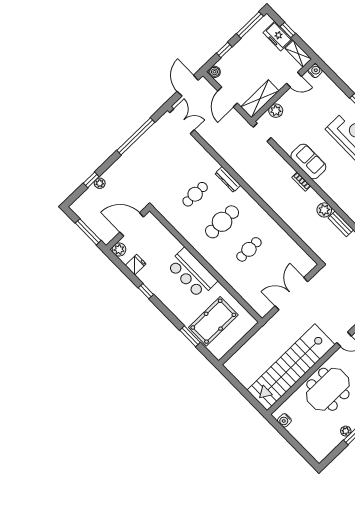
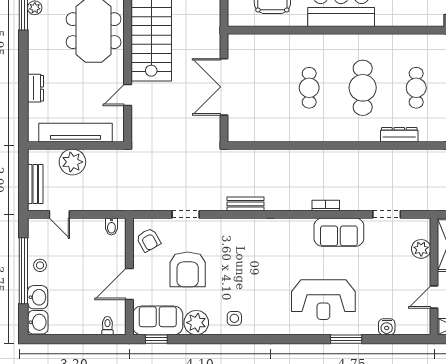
water cooler: (315, 71) -> (387, 327), moved
doorway: (262, 132) -> (387, 214), moved
plant: (324, 210) -> (275, 201), removed
double door: (291, 294) -> (224, 87), swing flipped

